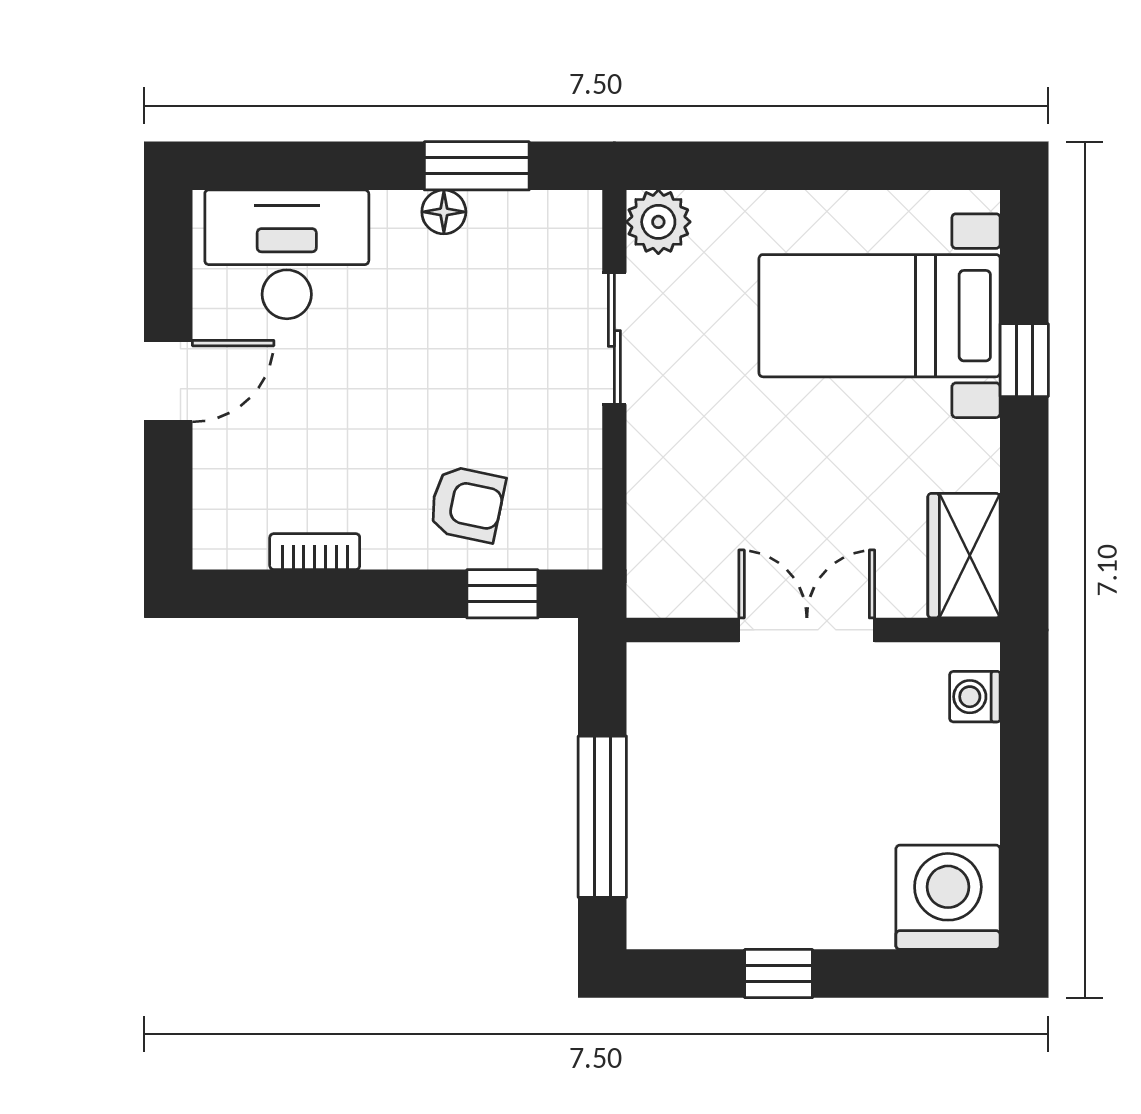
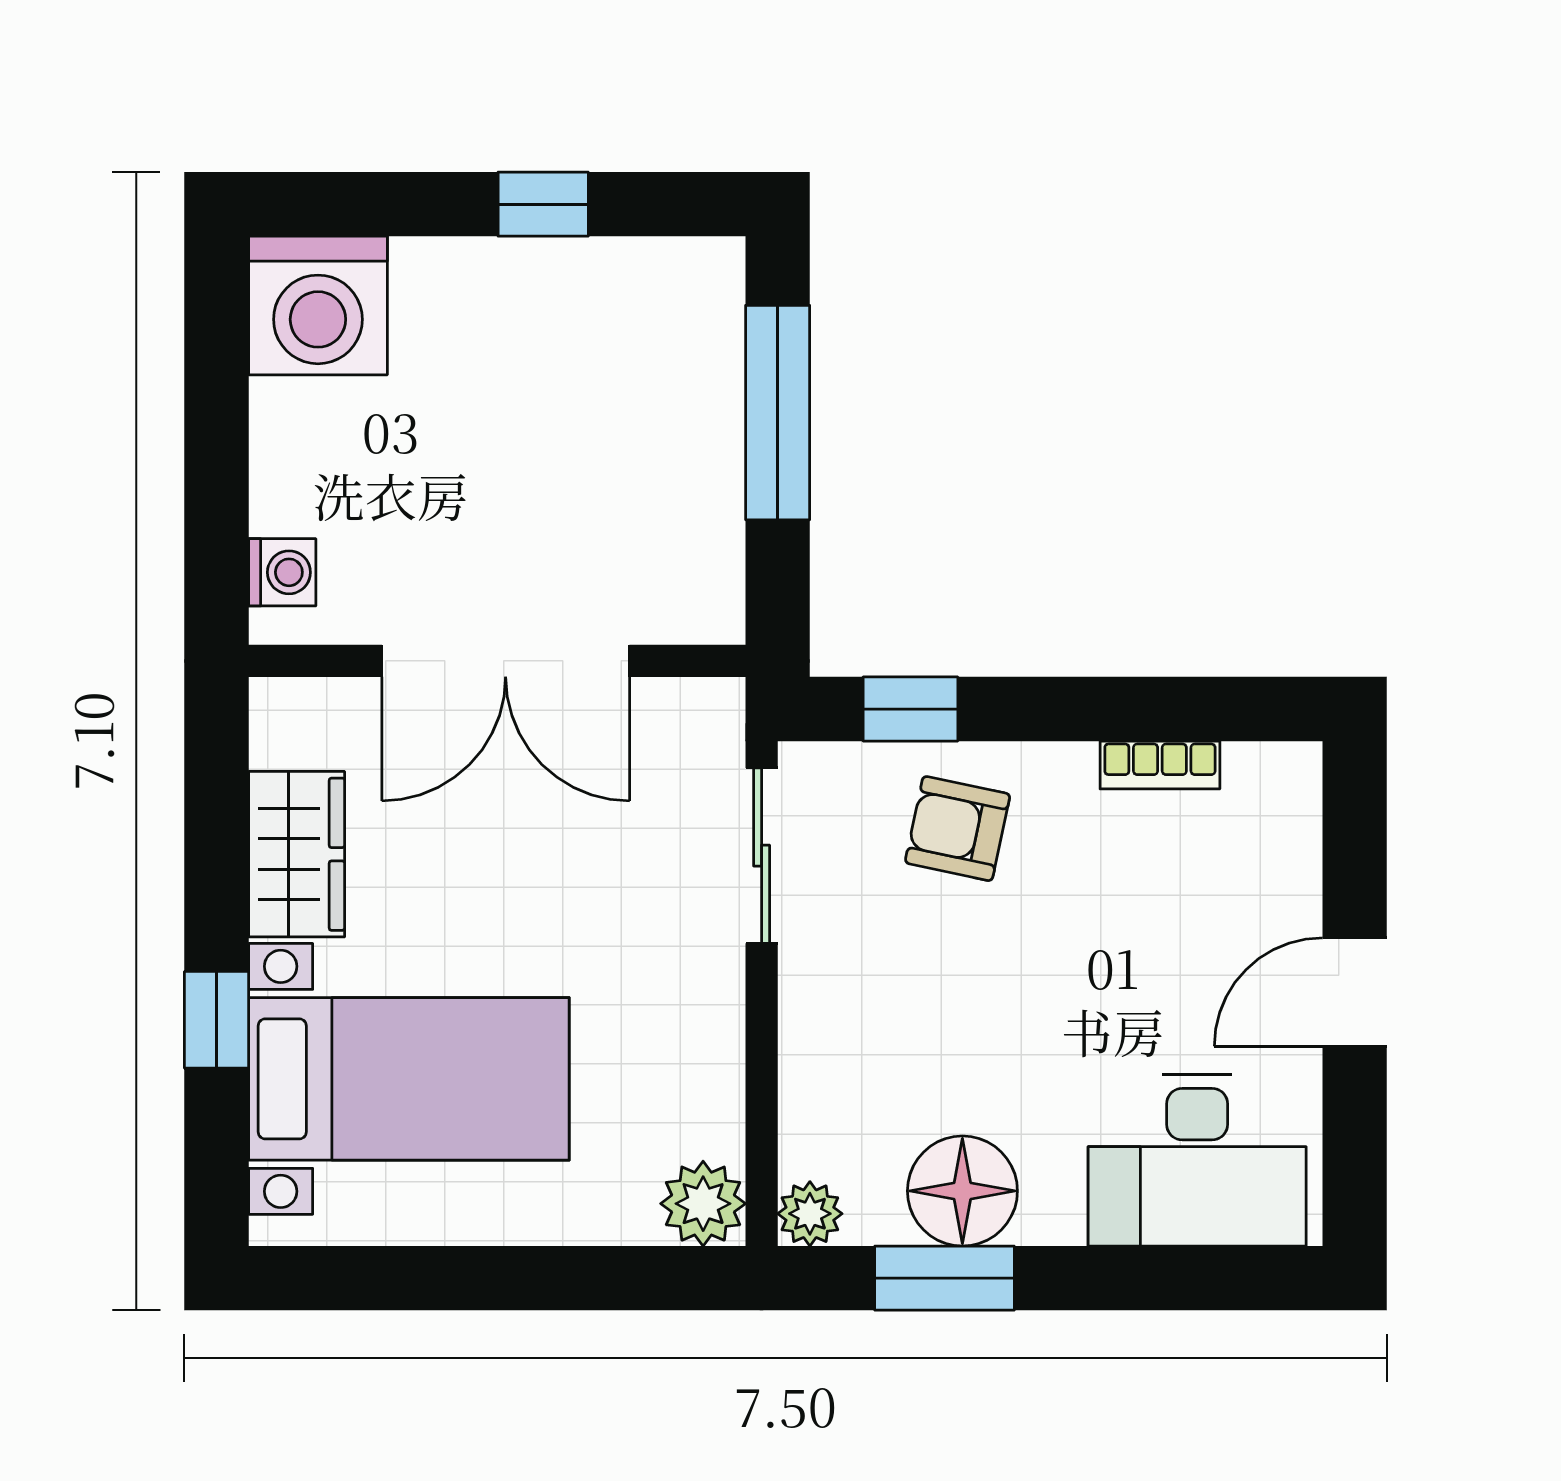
floor lamp: (444, 212) -> (962, 1191), width x1.89, depth x1.89
plant: (578, 214) -> (810, 1214), added
sliding door: (614, 338) -> (762, 856), moved
wardrobe: (964, 556) -> (297, 854), moved
double door: (807, 630) -> (506, 661), width x1.37

